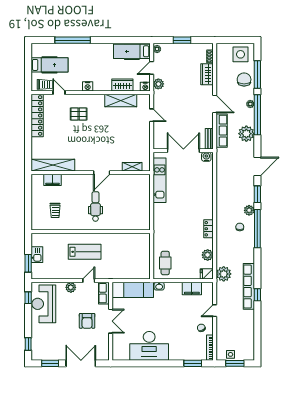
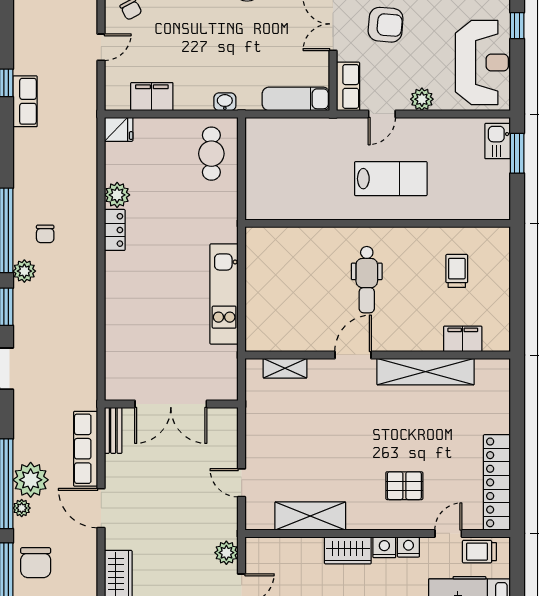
wardrobe: (122, 85) -> (348, 550), moved
nightstand: (145, 87) -> (408, 547), moved
door: (59, 93) -> (448, 533), swing flipped
plant: (246, 134) -> (31, 480), moved
water cooler: (206, 157) -> (120, 390), removed
shelving: (53, 165) -> (426, 372), moved
kitchen unit: (160, 180) -> (224, 294), moved
lab bench: (85, 252) -> (391, 179), turned 180
kitchen sink: (37, 255) -> (498, 141), moved
plant: (208, 255) -> (117, 195), moved
plant: (224, 274) -> (81, 129), removed
row of seats: (249, 286) -> (25, 101), width x0.50
exam couch: (133, 290) -> (296, 99), width x0.73, depth x0.69
window: (28, 298) -> (517, 26), moved
armchair: (87, 321) -> (386, 25), turned 95

